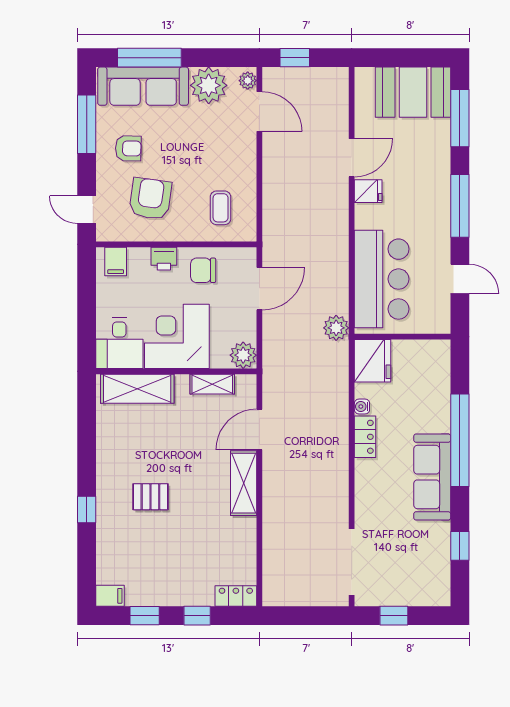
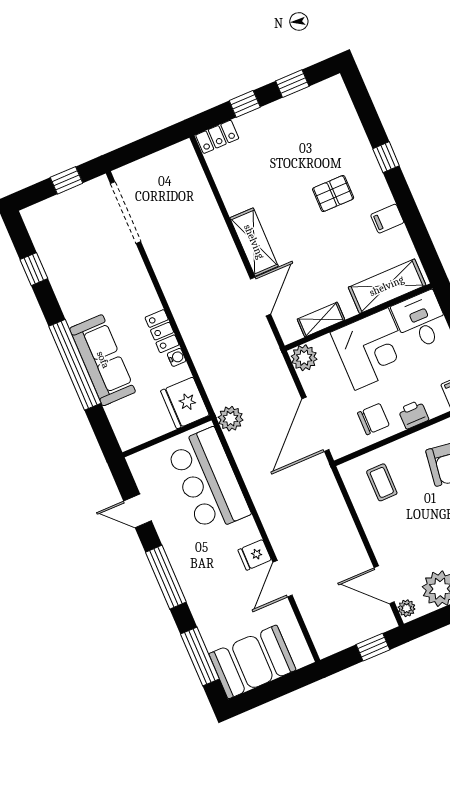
door: (259, 289) -> (315, 424), width x1.36
sofa: (432, 477) -> (103, 360), moved
filing cabinet: (110, 596) -> (387, 219), moved

